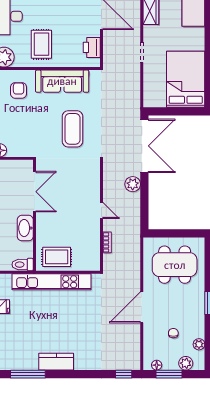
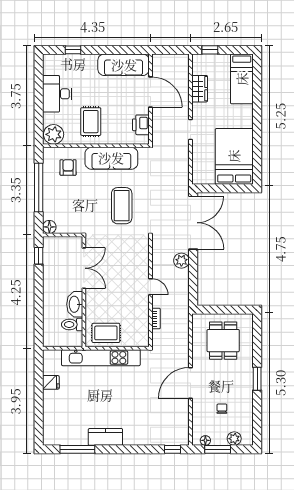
toilet: (23, 265) -> (72, 325), moved
dining table: (175, 265) -> (223, 341), width x0.73
plant: (199, 344) -> (247, 420), removed

